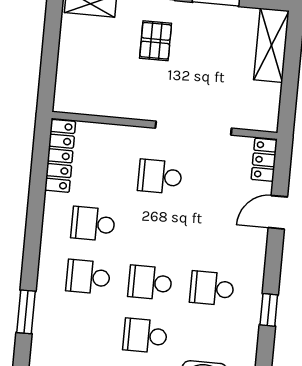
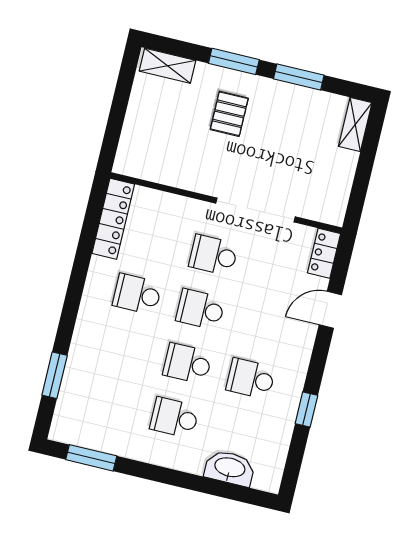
shelving: (271, 45) -> (355, 124), width x0.67, depth x0.75
school desk: (88, 277) -> (200, 309), moved

